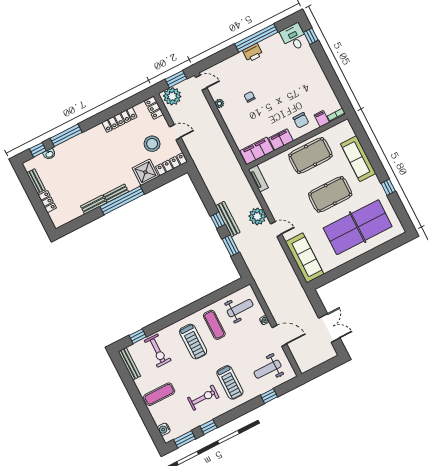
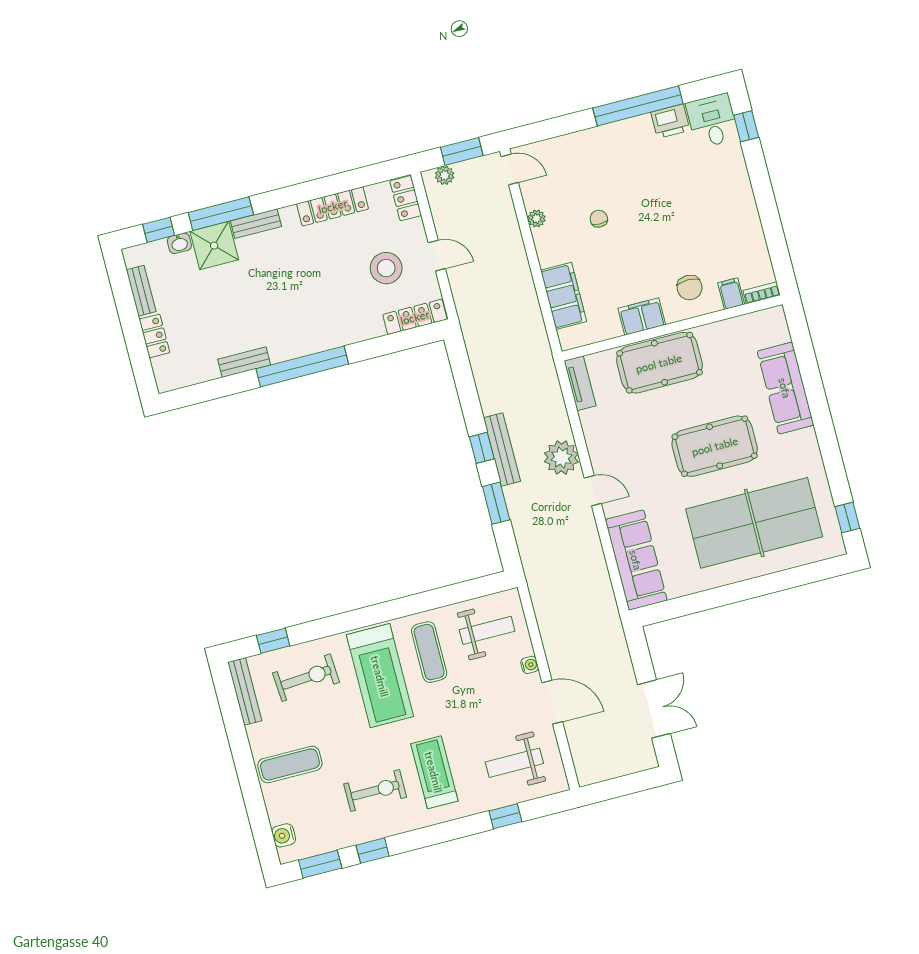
printer: (253, 53) -> (670, 121), moved
plant: (172, 96) -> (445, 175), width x0.53, depth x0.53
filing cabinet: (257, 151) -> (564, 296), moved, turned 90
pool table: (310, 156) -> (659, 363), moved
shower: (145, 172) -> (214, 246), moved
window: (388, 187) -> (847, 517), moved
bench: (116, 193) -> (256, 224), moved
treadmill: (193, 342) -> (380, 676), width x1.37, depth x1.38
exercise bike: (158, 351) -> (306, 678), turned -94
treadmill: (230, 382) -> (434, 772), turned 180

